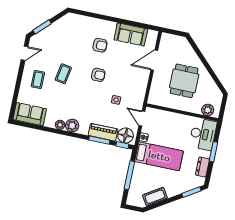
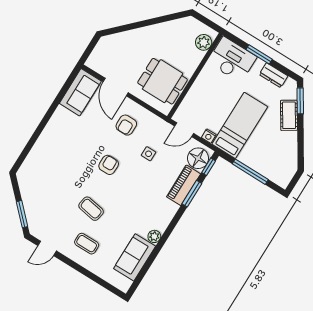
sofa: (131, 34) -> (80, 92), moved
armchair: (100, 45) -> (126, 125), moved, turned 180
door: (25, 53) -> (47, 248), swing flipped
dining table: (184, 81) -> (163, 81), moved
sofa: (30, 114) -> (135, 257), moved
plant: (72, 126) -> (161, 221), removed
cot: (155, 197) -> (289, 115), moved

